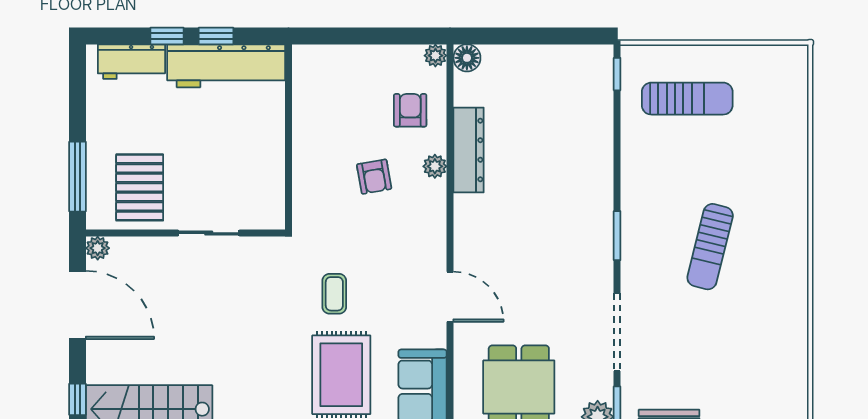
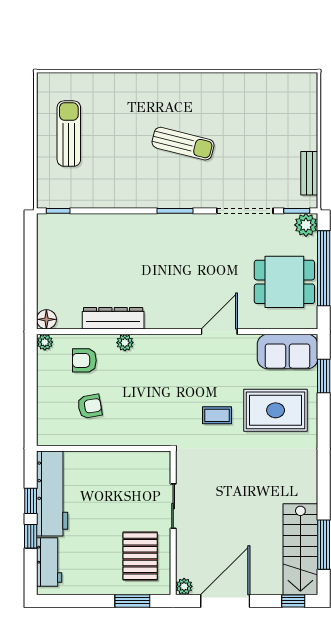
sun lounger: (687, 99) -> (69, 134), moved
window: (78, 177) -> (132, 601), width x0.69
armchair: (374, 177) -> (90, 406), moved
pallet: (140, 187) -> (140, 556), turned 90

